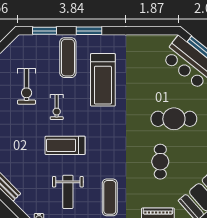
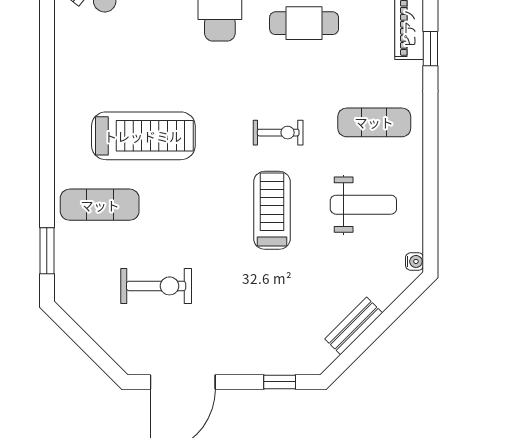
window: (89, 31) -> (47, 163), removed
exercise bike: (57, 107) -> (278, 133), moved
treadmill: (65, 145) -> (272, 210), turned 180

